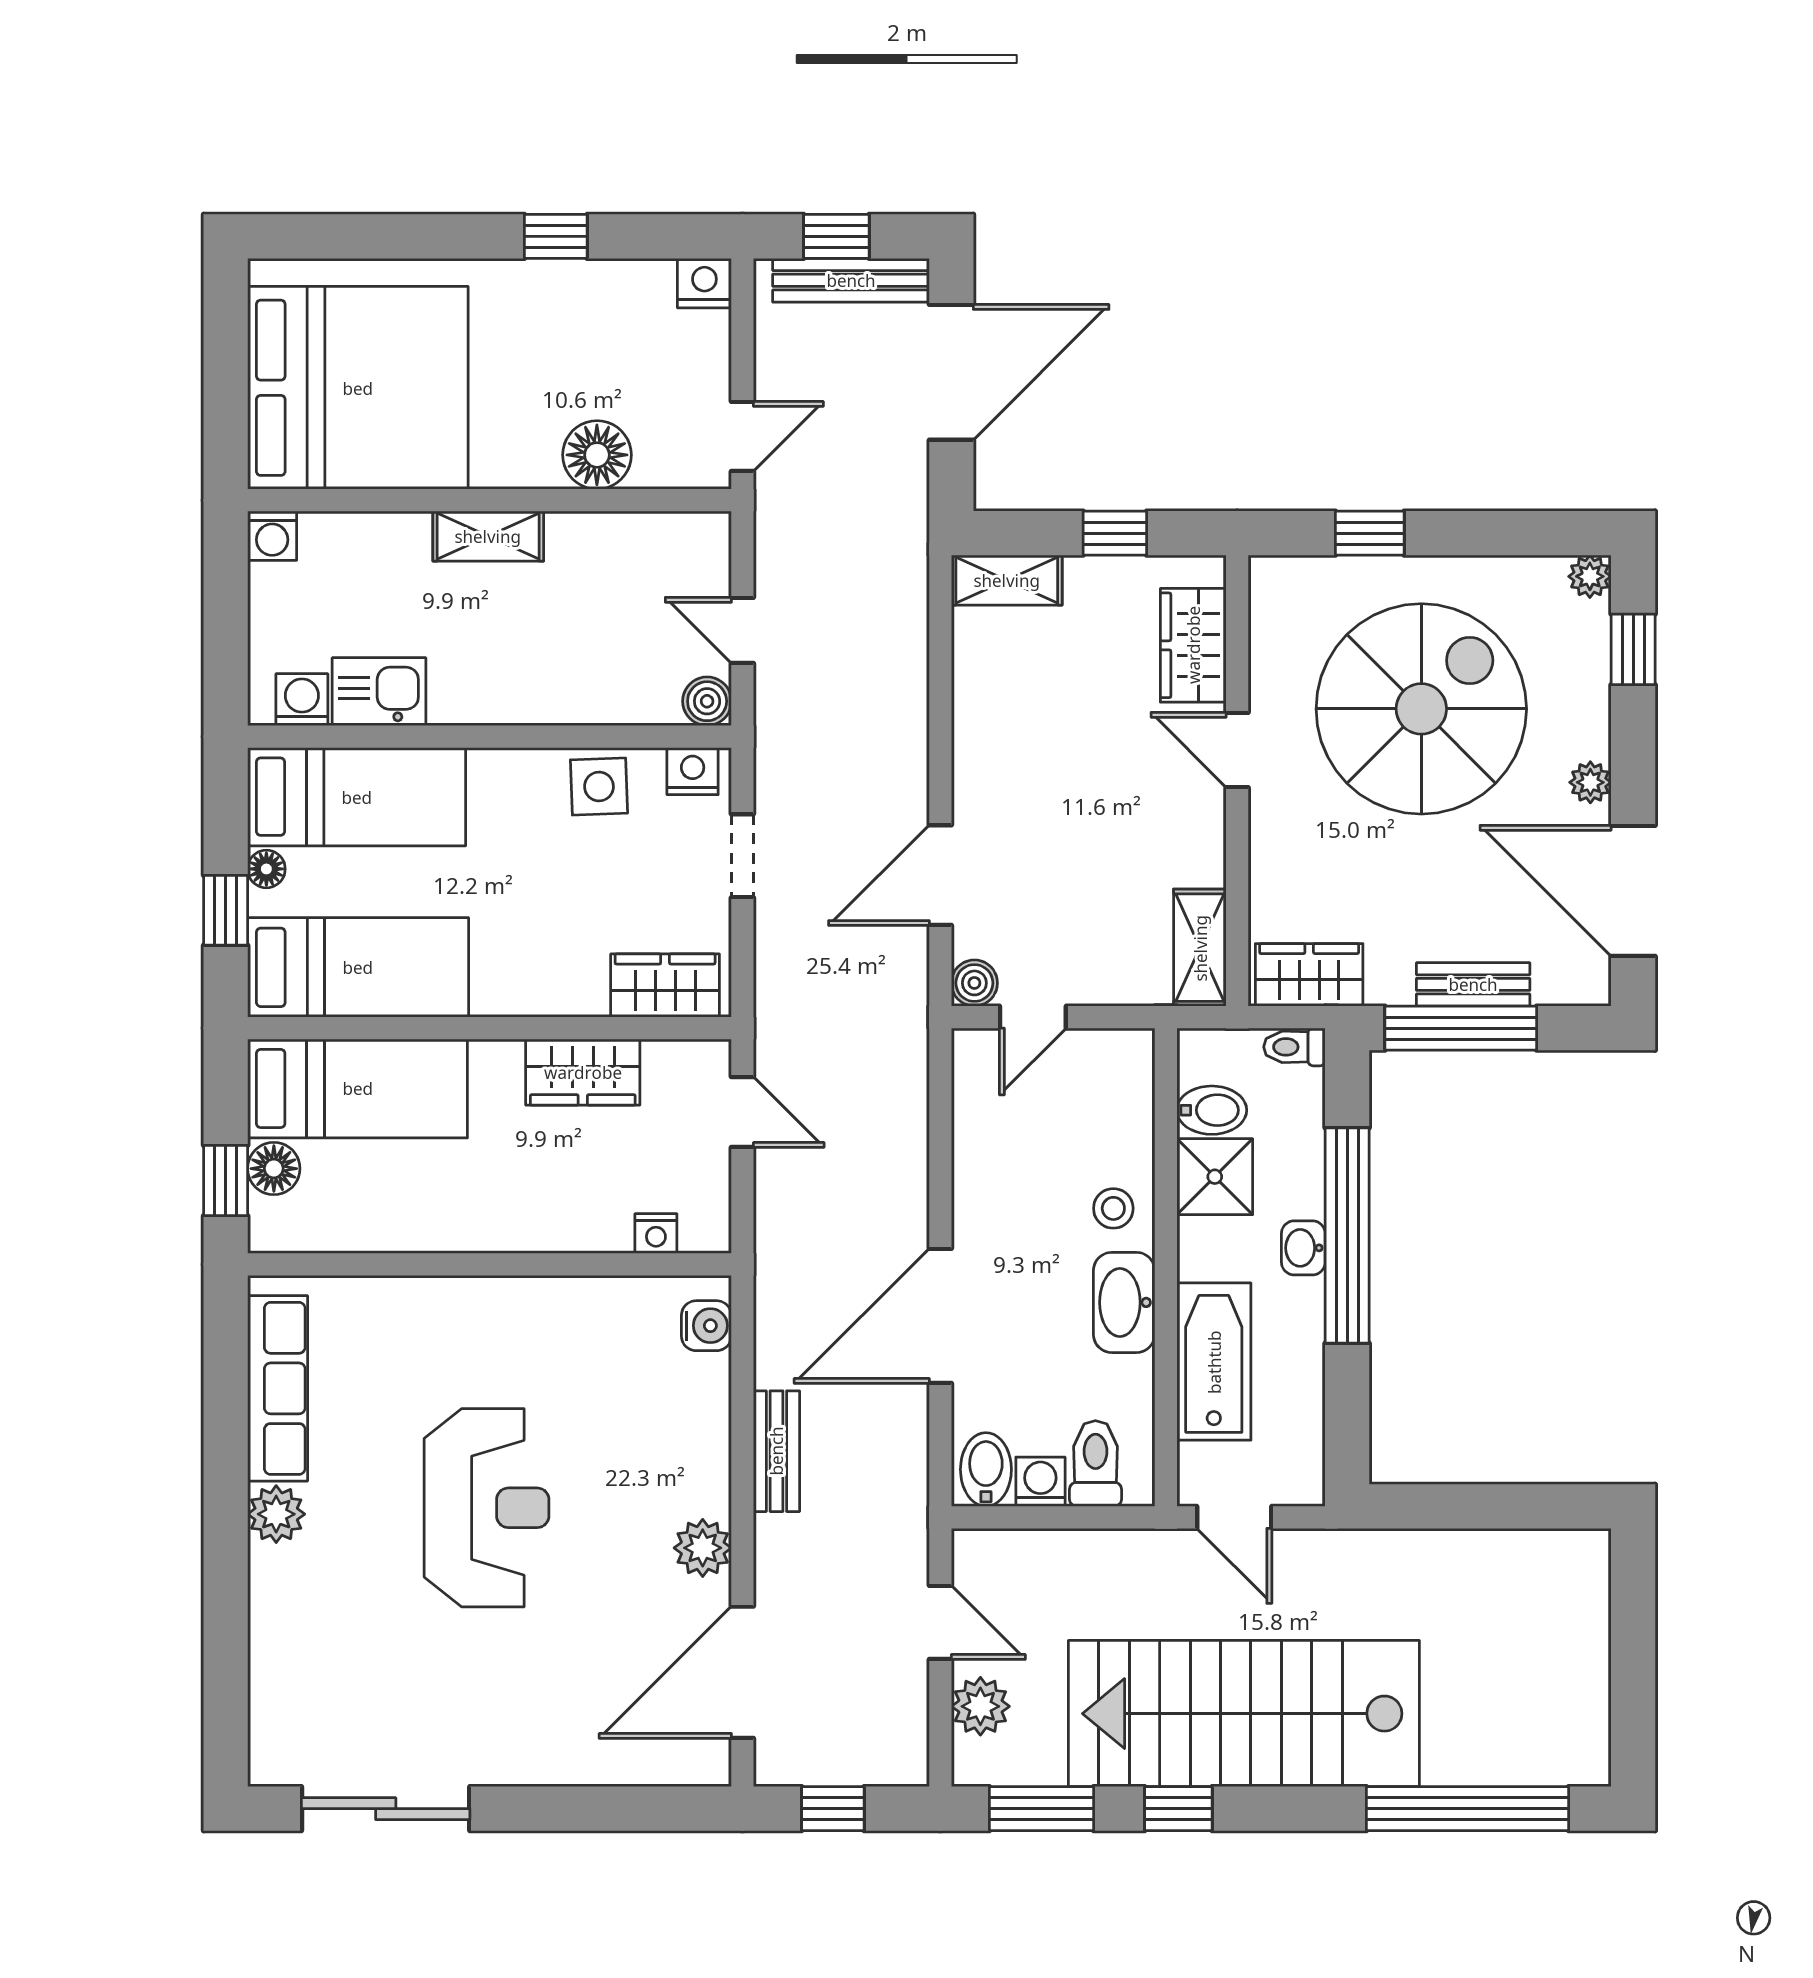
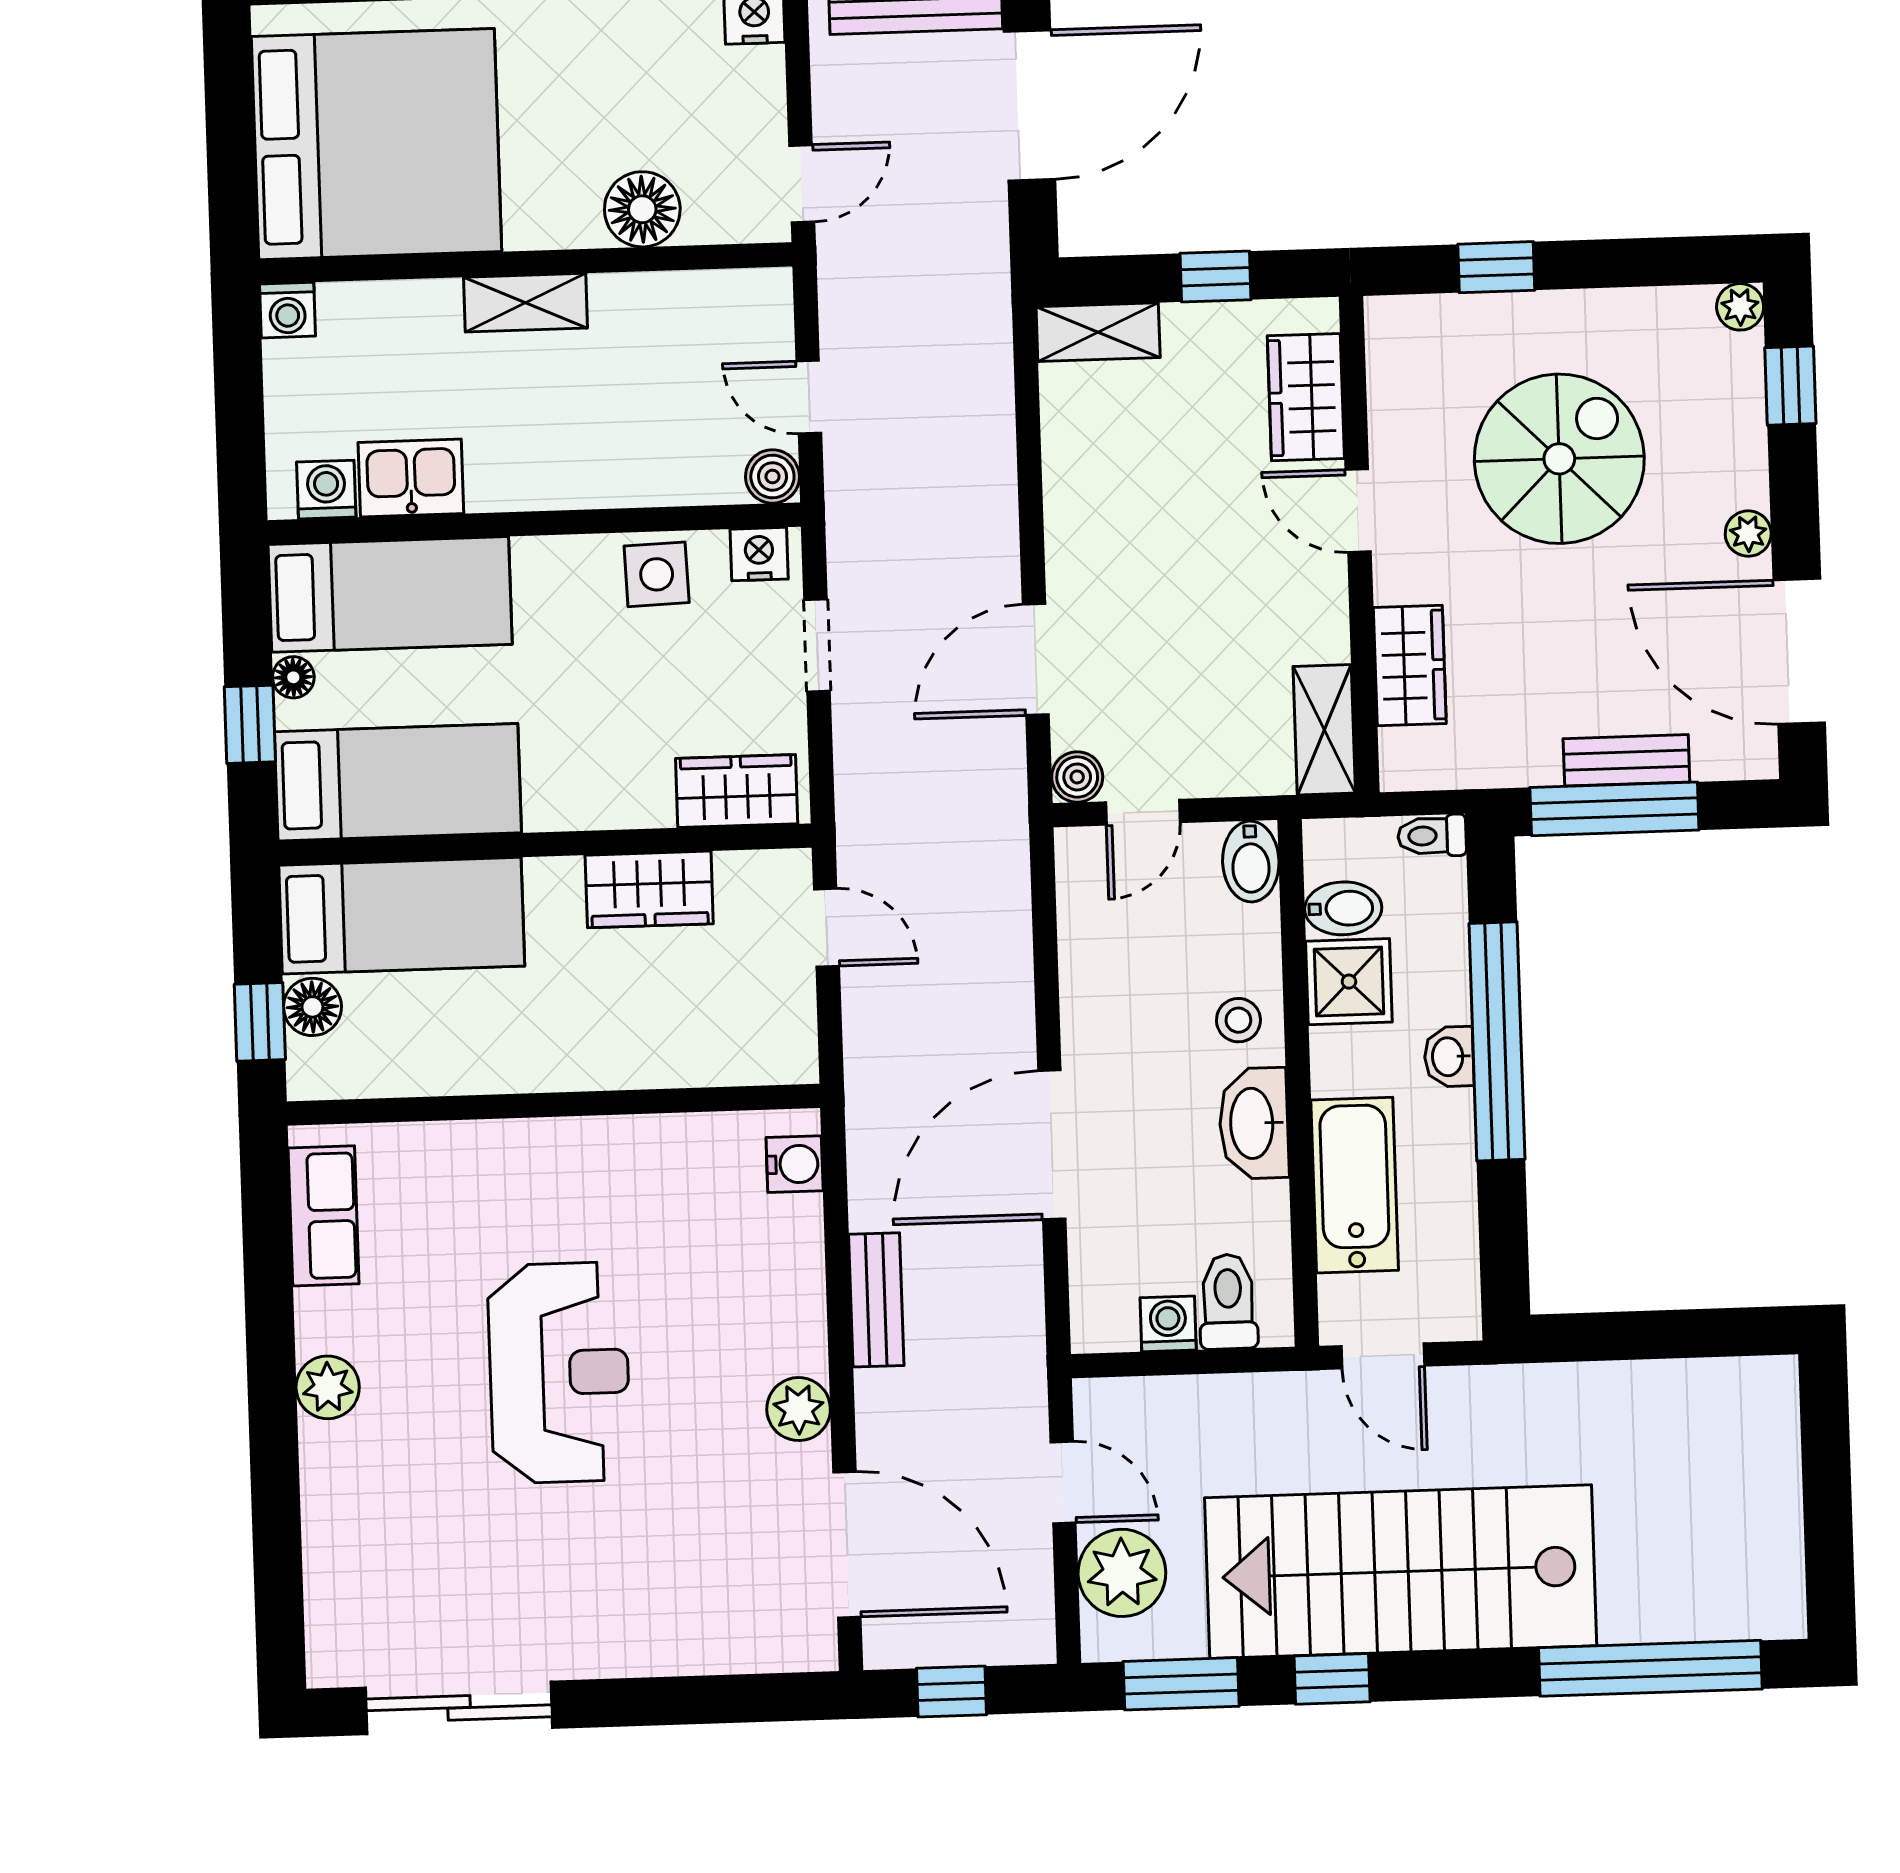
spiral stairs: (1421, 709) -> (1559, 459), width x0.73, depth x0.73
wardrobe: (1309, 975) -> (1410, 665), moved, turned 90
nightstand: (656, 1234) -> (736, 1065), removed
row of seats: (278, 1388) -> (324, 1216), width x0.68
bidet: (986, 1469) -> (1251, 861), moved, turned 180
door: (742, 1672) -> (847, 1545), swing flipped
plant: (980, 1706) -> (1122, 1573), width x1.36, depth x1.36

